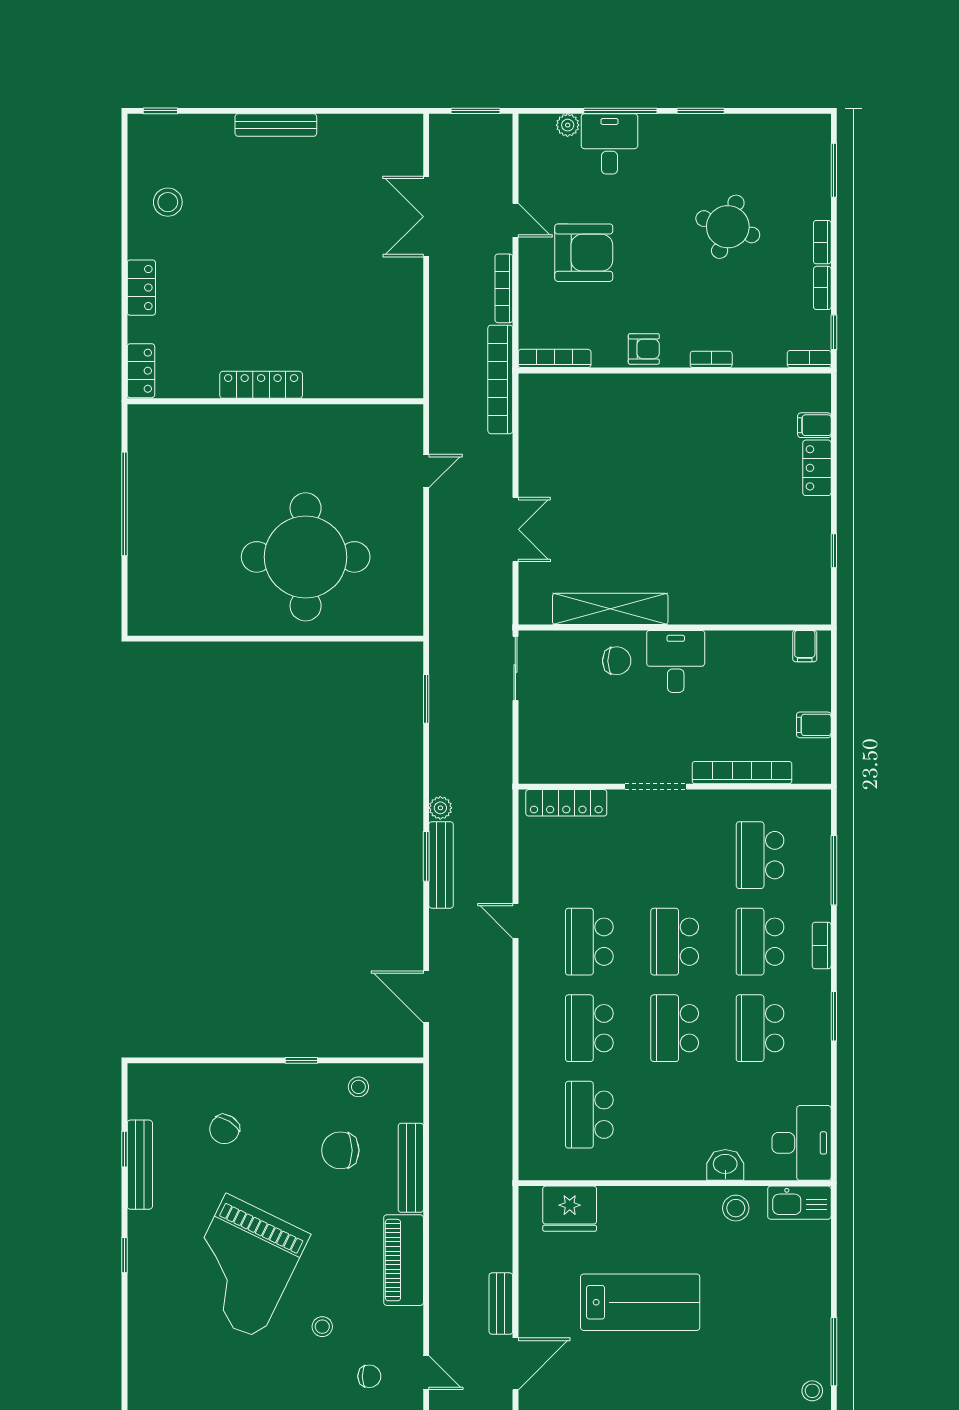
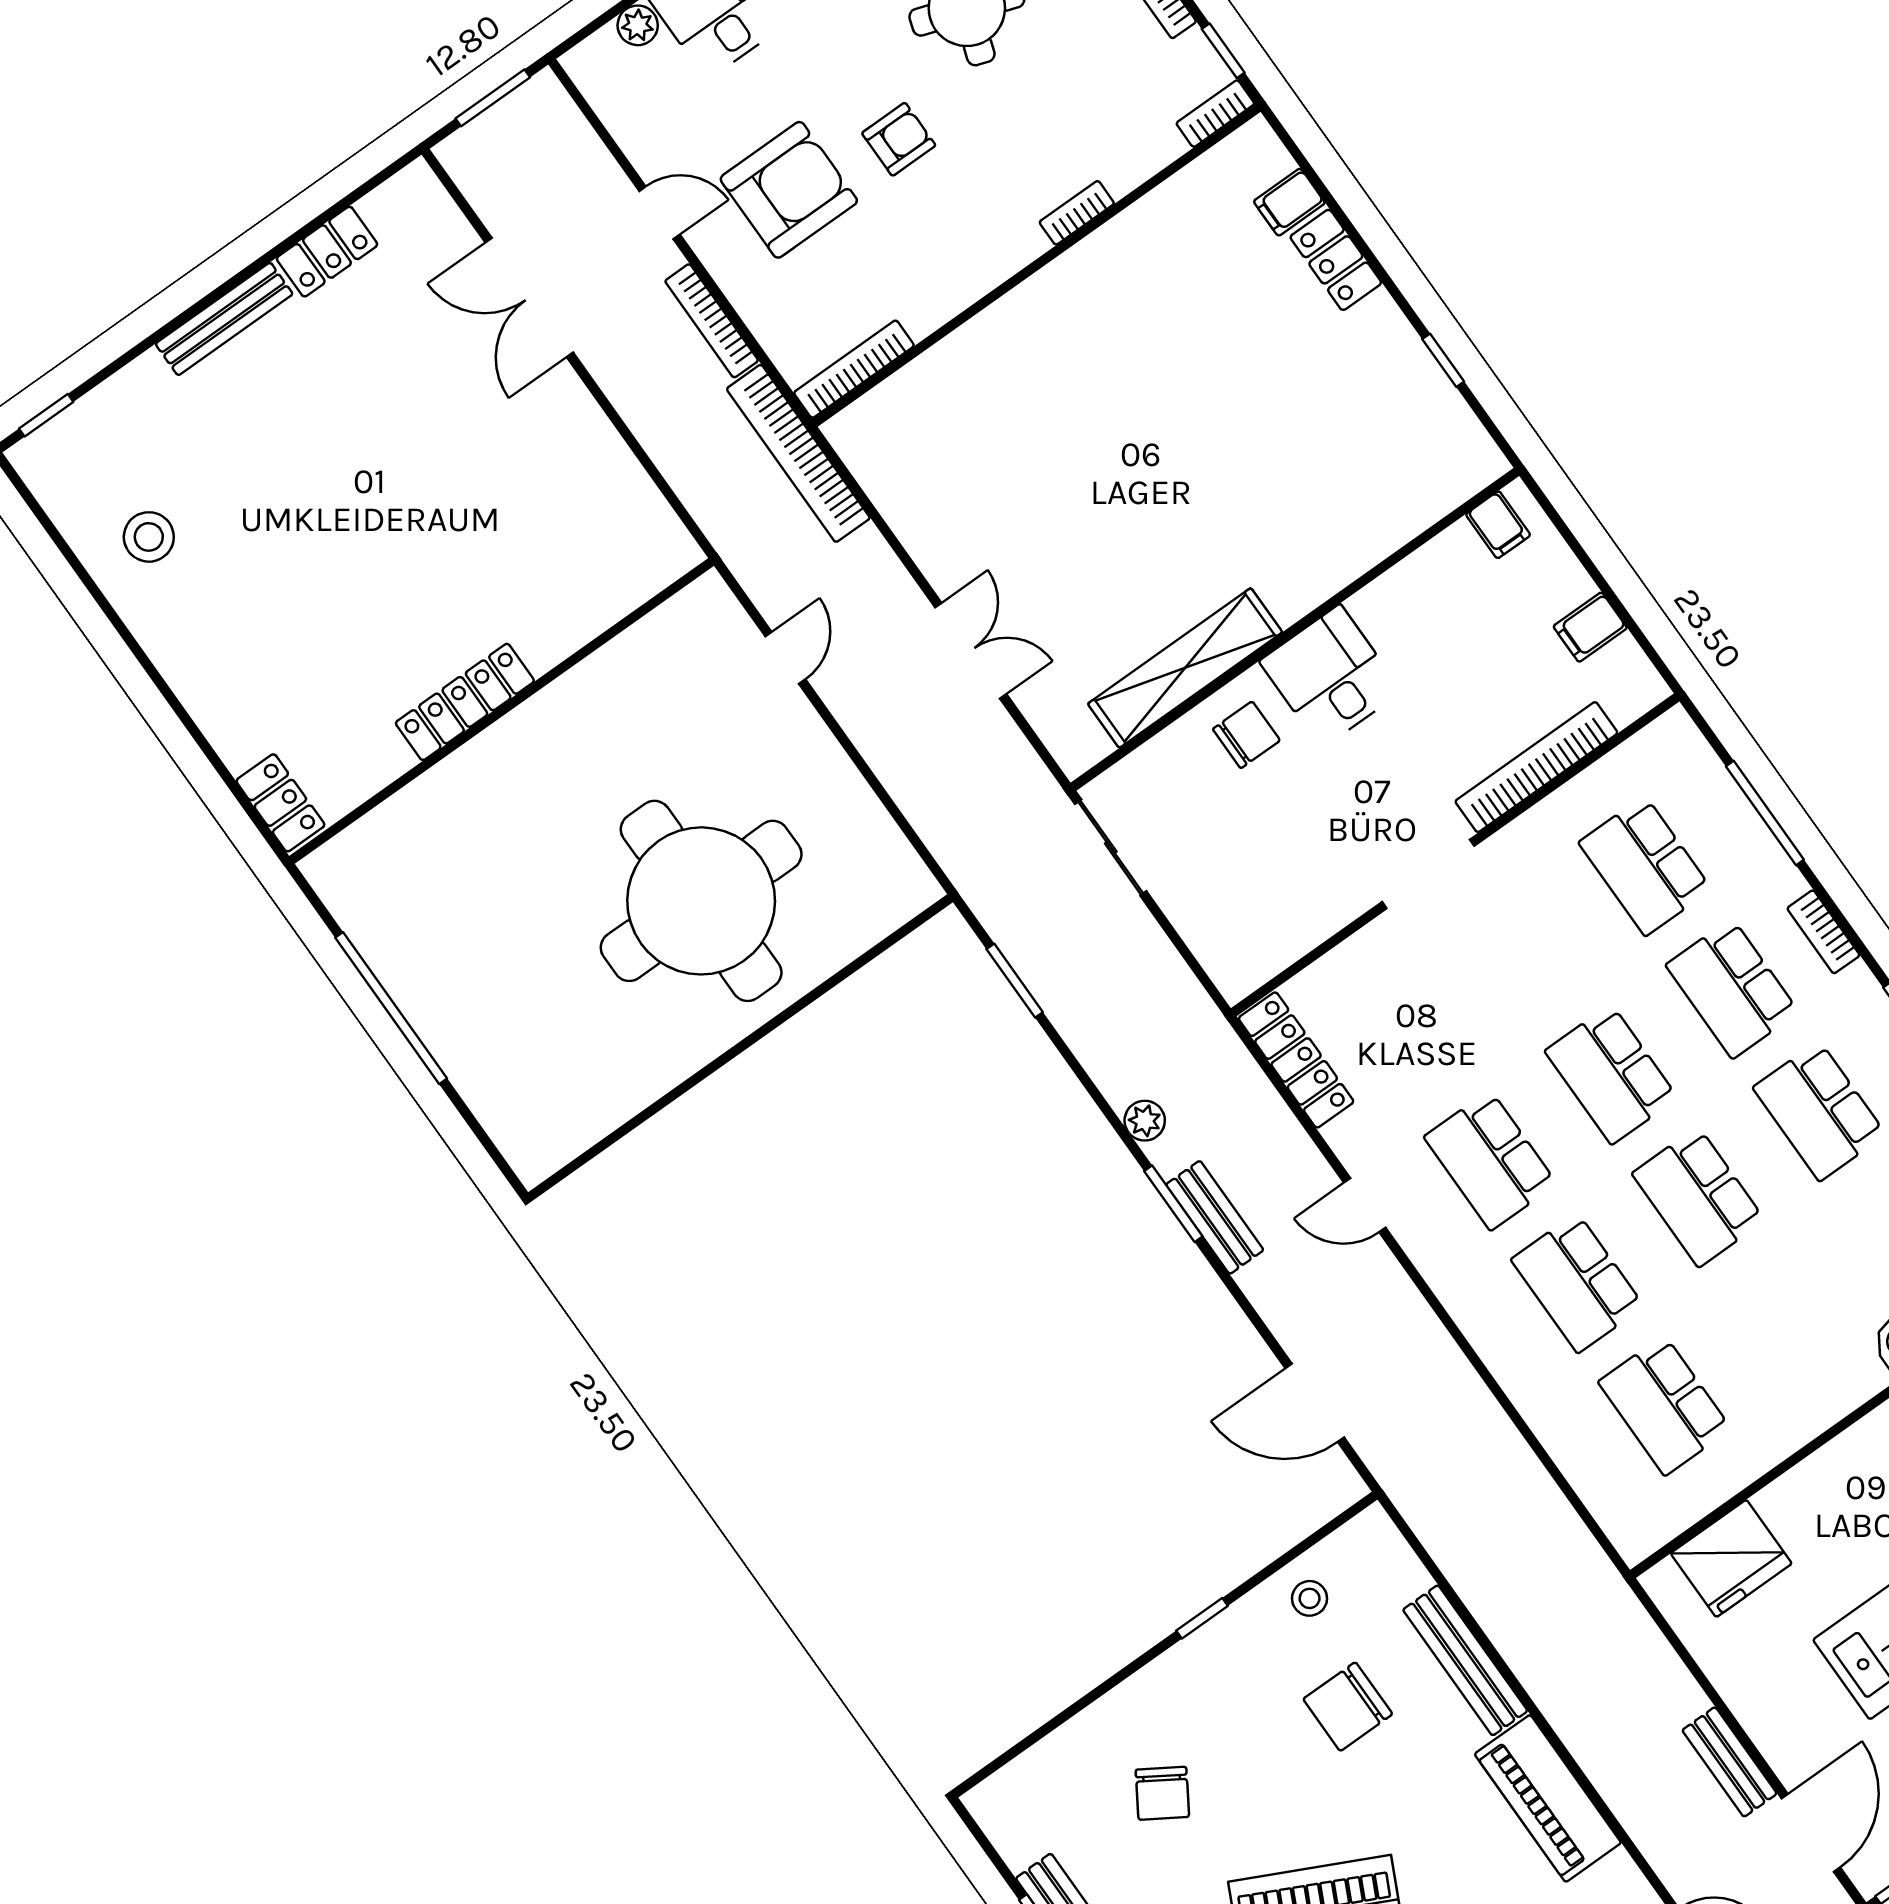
locker: (141, 288) -> (327, 252), moved, turned 90
armchair: (644, 349) -> (899, 139), moved
locker: (566, 803) -> (1296, 1060), moved, turned -90
bench: (441, 865) -> (1215, 1217), width x0.73

